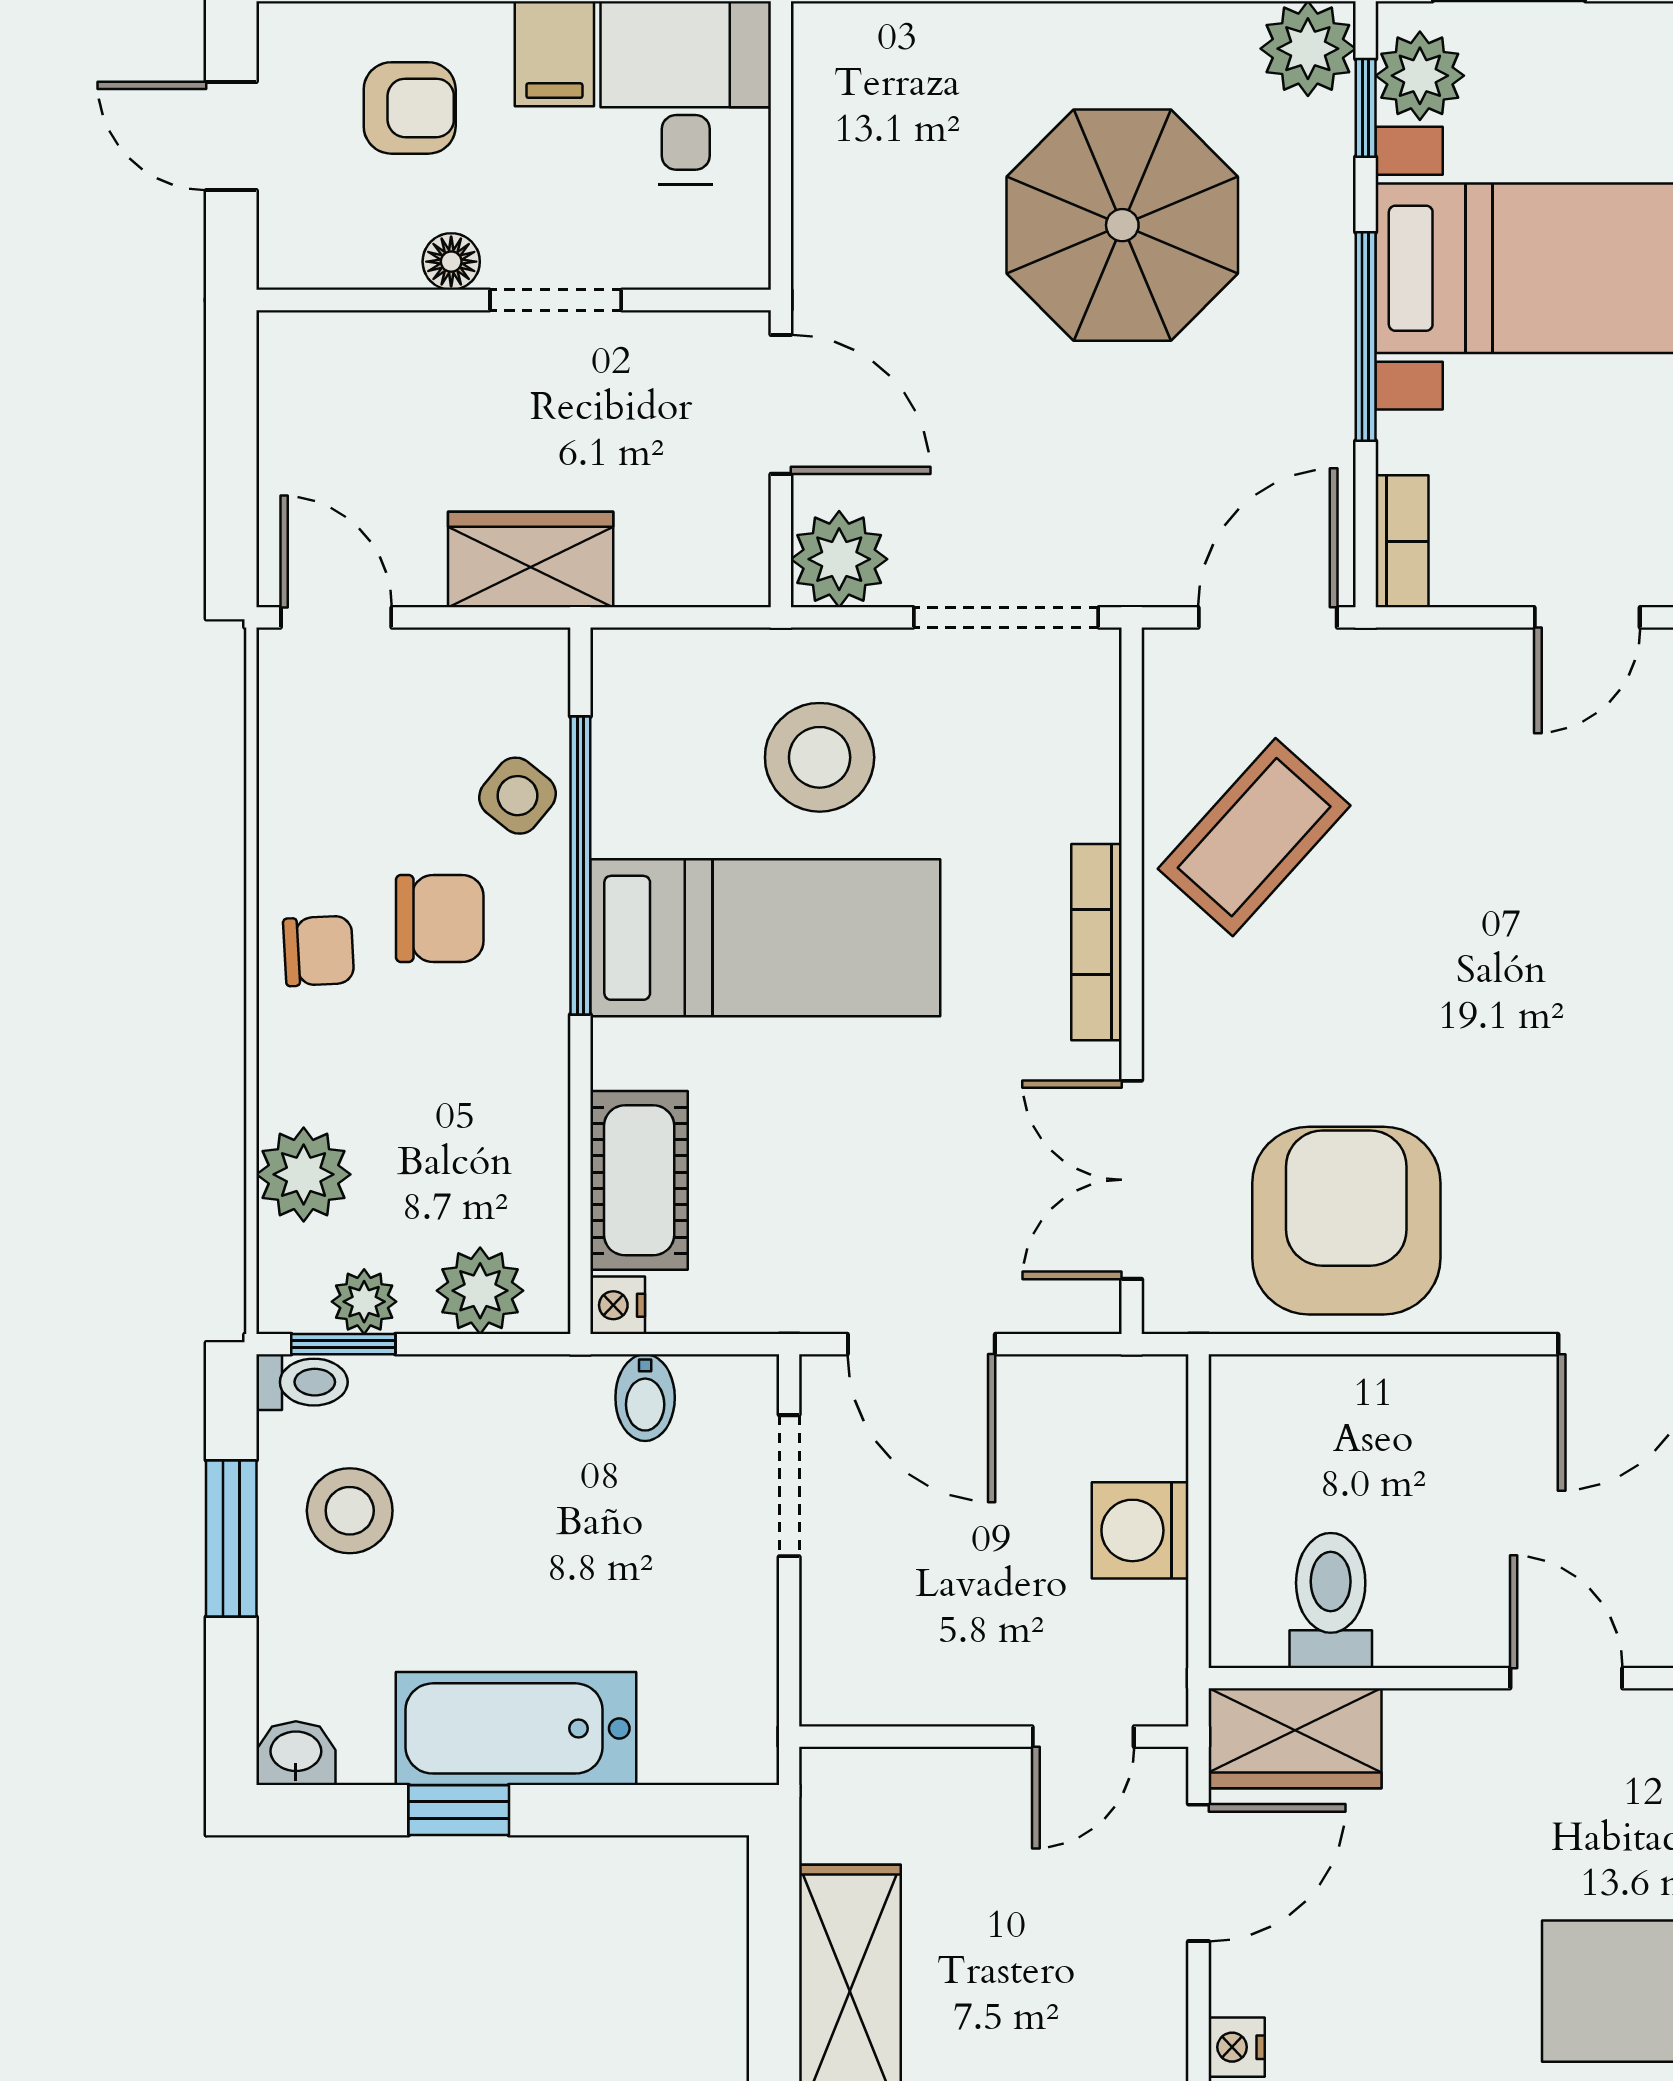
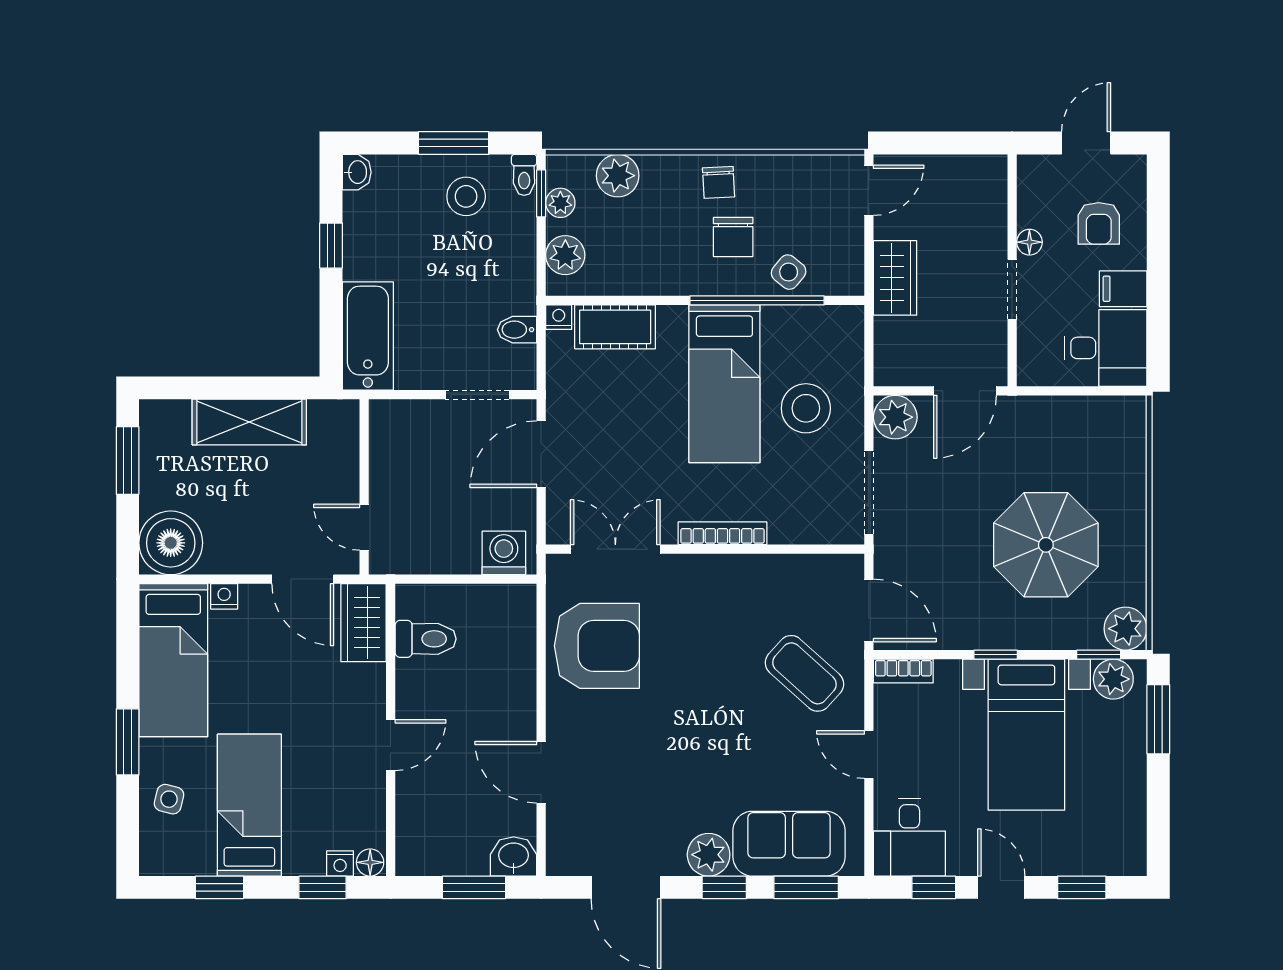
window: (1366, 337) -> (996, 655), width x0.46
coffee table: (1254, 837) -> (804, 673), moved
washing machine: (1140, 1530) -> (504, 553), moved
bathtub: (516, 1728) -> (368, 336), moved

